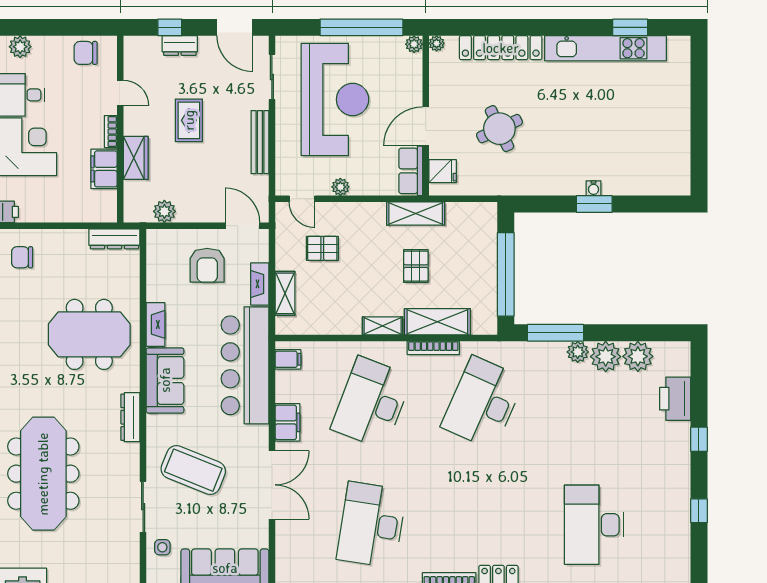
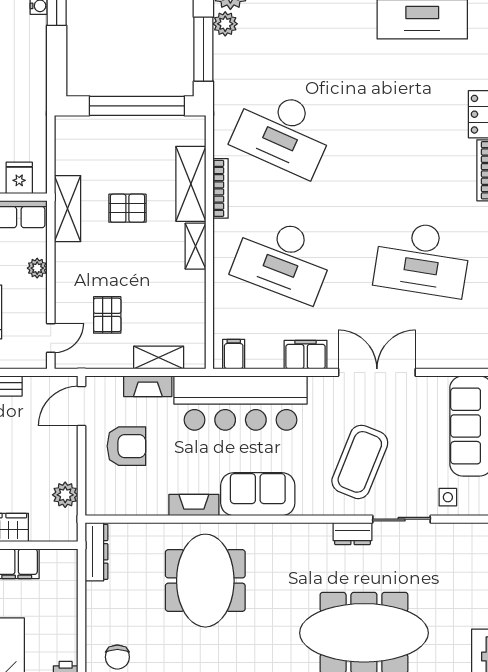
plant: (340, 187) -> (37, 268), moved
dresser: (130, 417) -> (352, 534), moved, width x0.70

